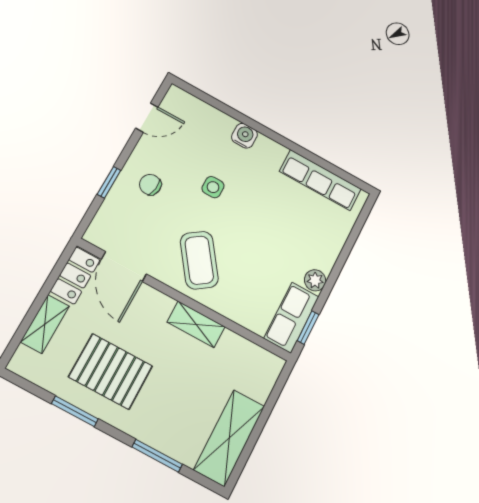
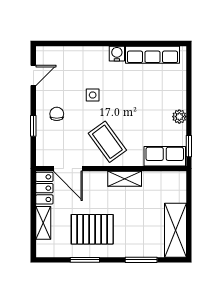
water cooler: (244, 136) -> (117, 54), moved
chair: (150, 185) -> (57, 114), turned 83
row of seats: (292, 317) -> (165, 156), moved, turned 90

